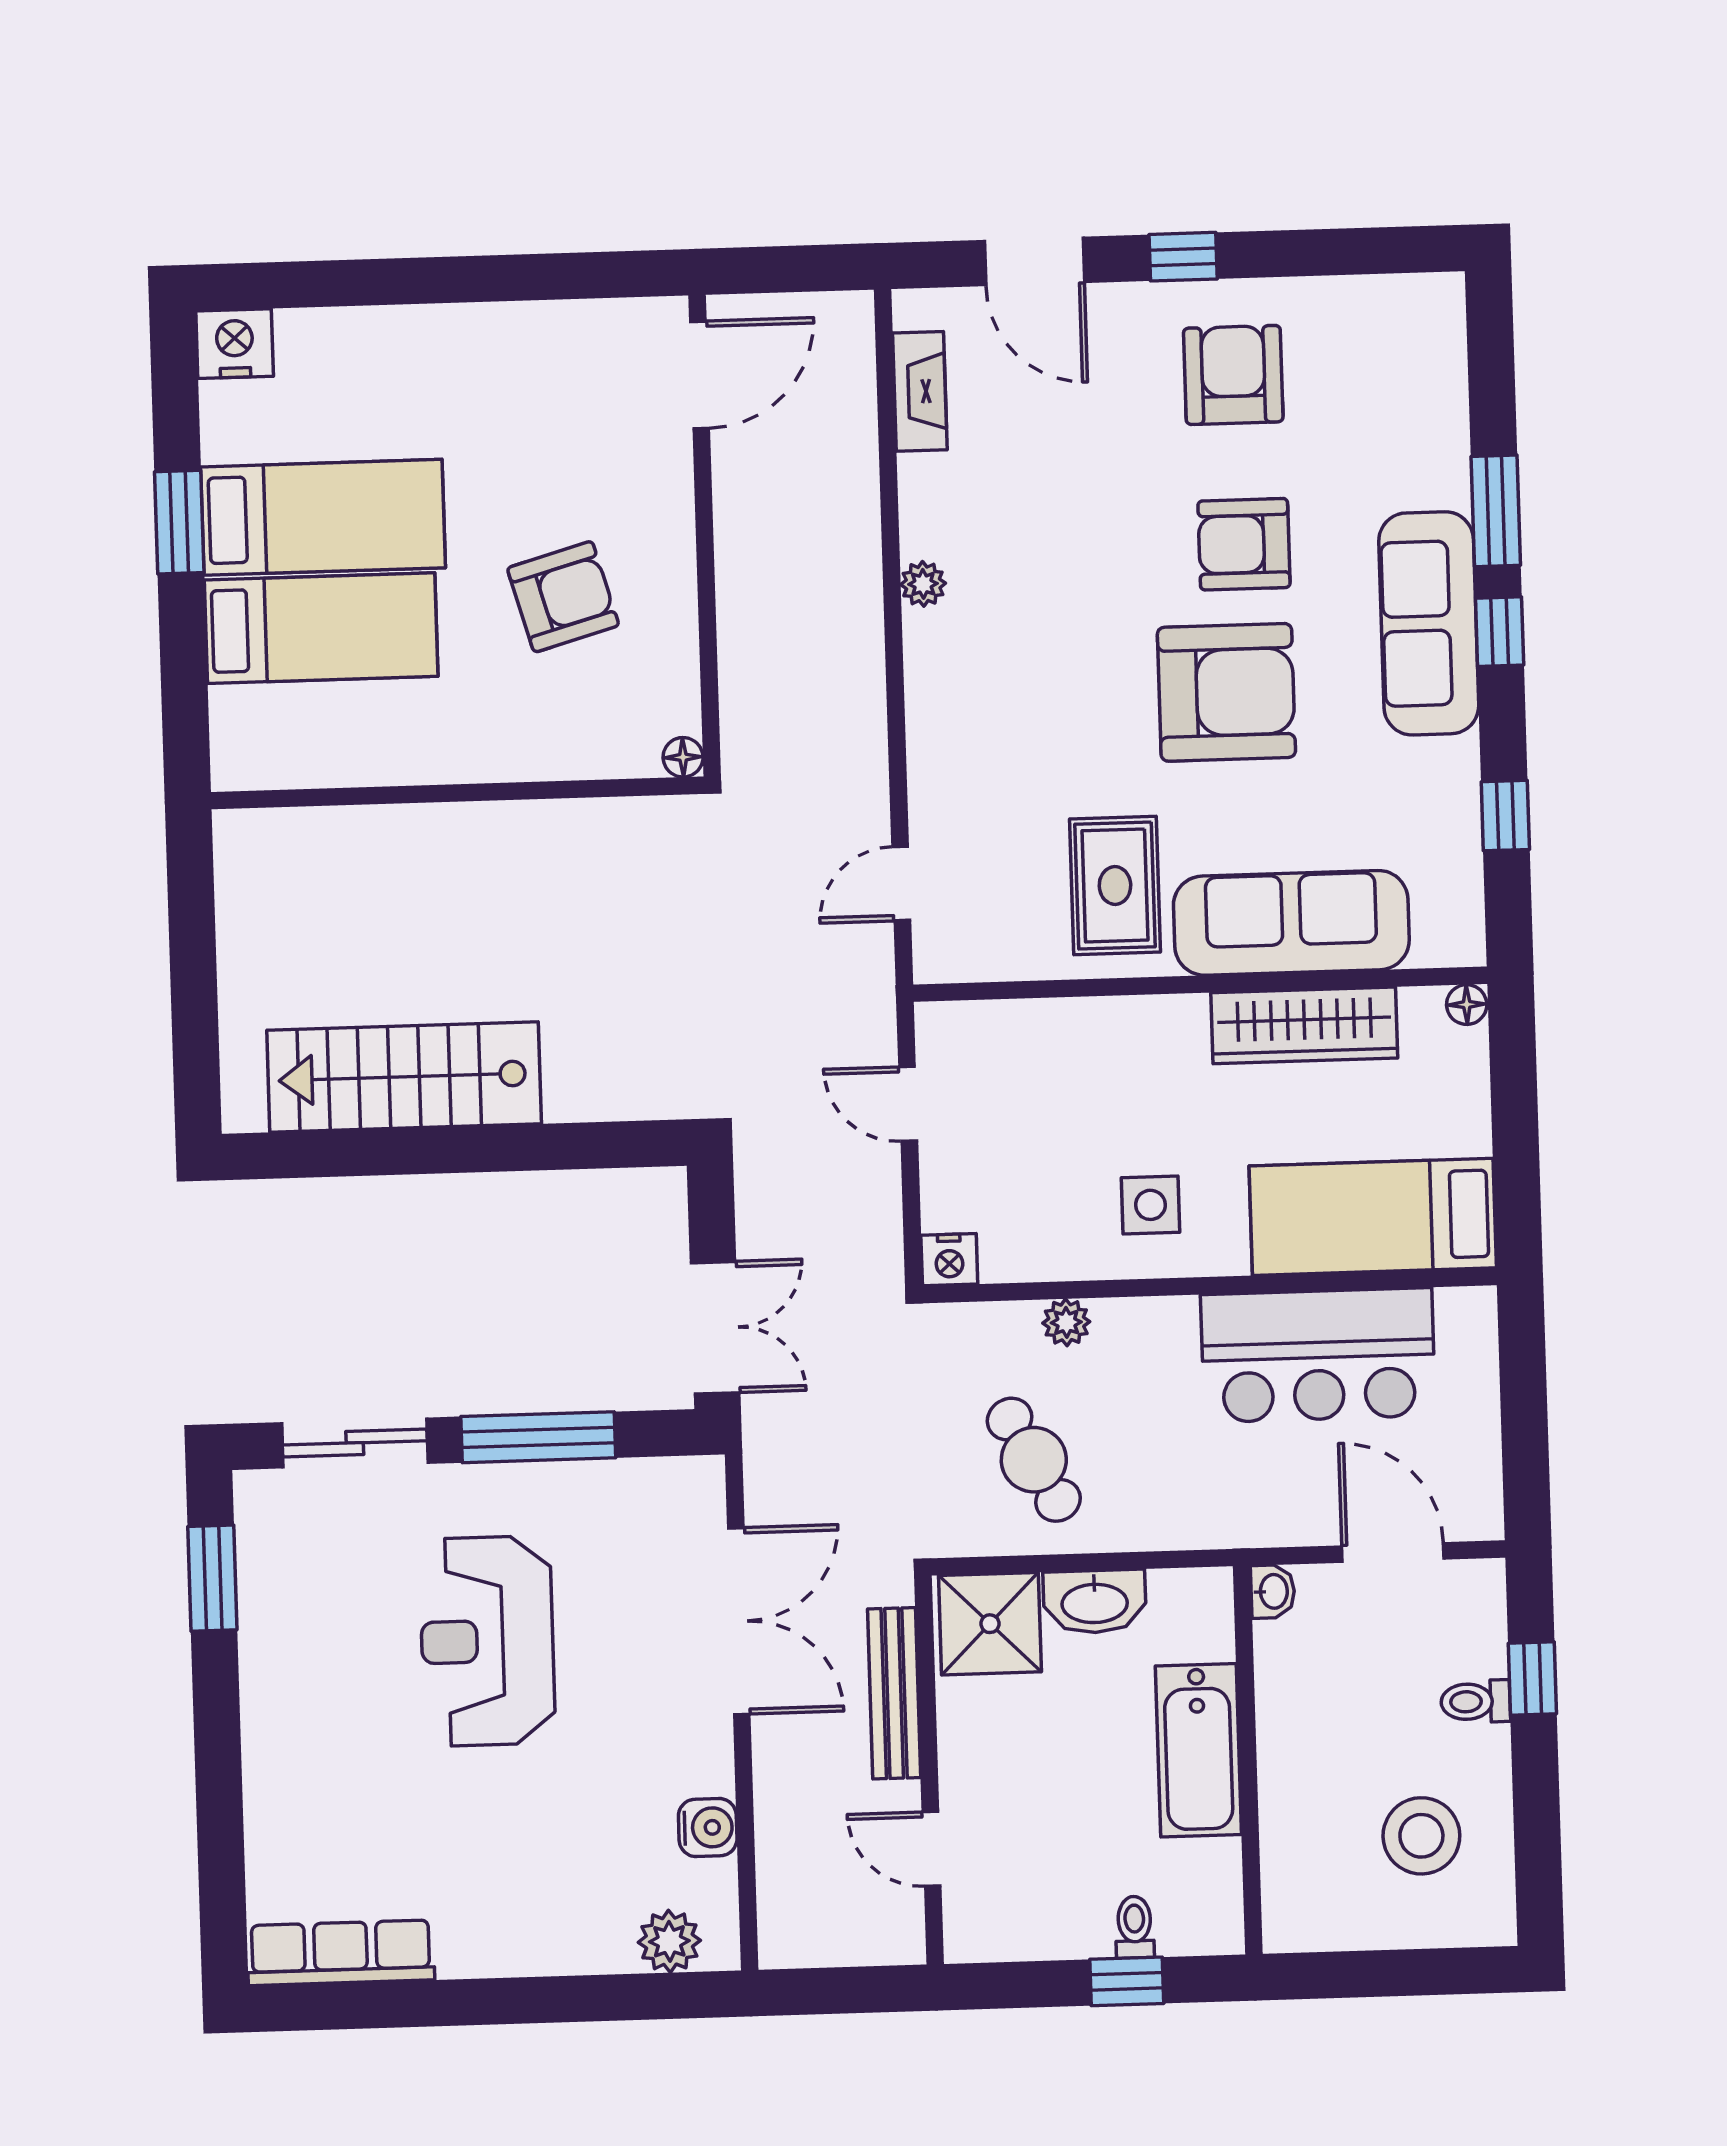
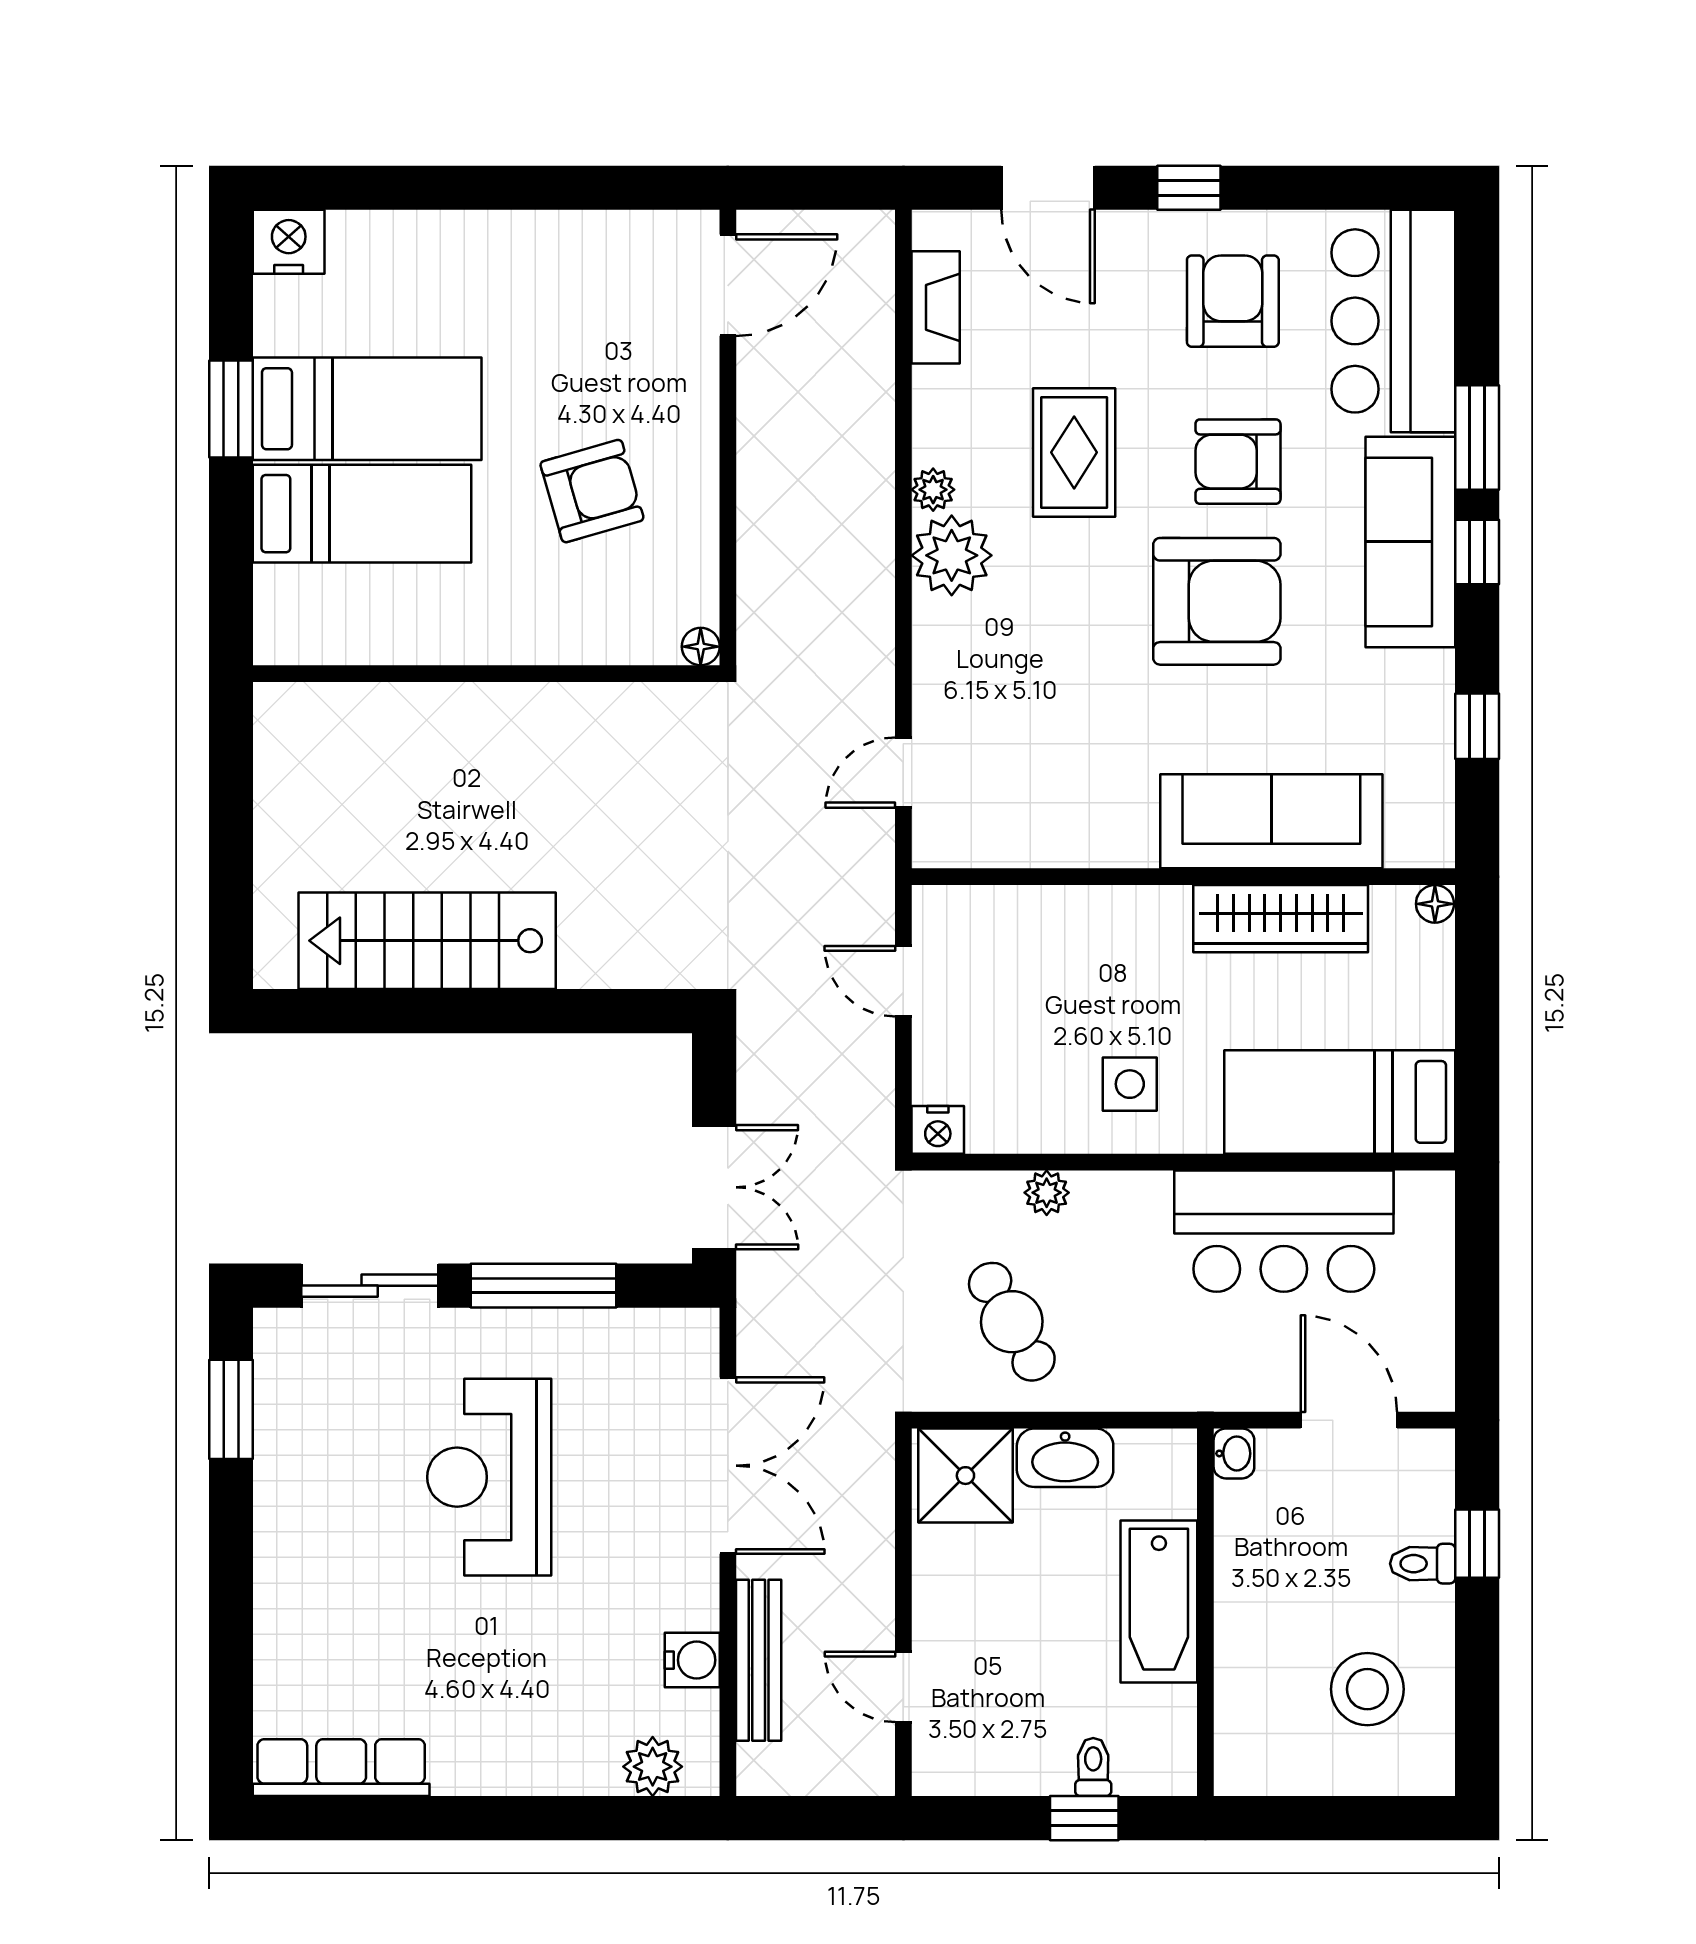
bar counter: (1403, 391) -> (1393, 321), added
plant: (945, 653) -> (952, 555), added
rug: (1115, 885) -> (1074, 452), moved
bench: (894, 1693) -> (759, 1660), moved

